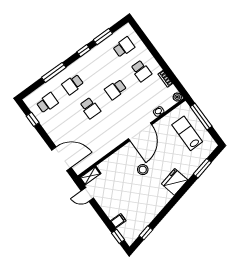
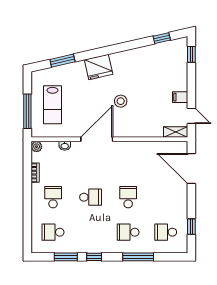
school desk: (73, 84) -> (128, 232), turned 180
filing cabinet: (118, 221) -> (180, 97), moved

